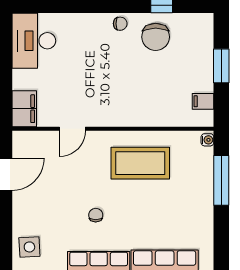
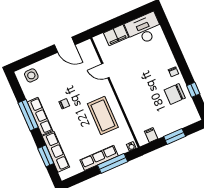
filing cabinet: (24, 109) -> (116, 35), moved
row of seats: (204, 198) -> (99, 158), added

